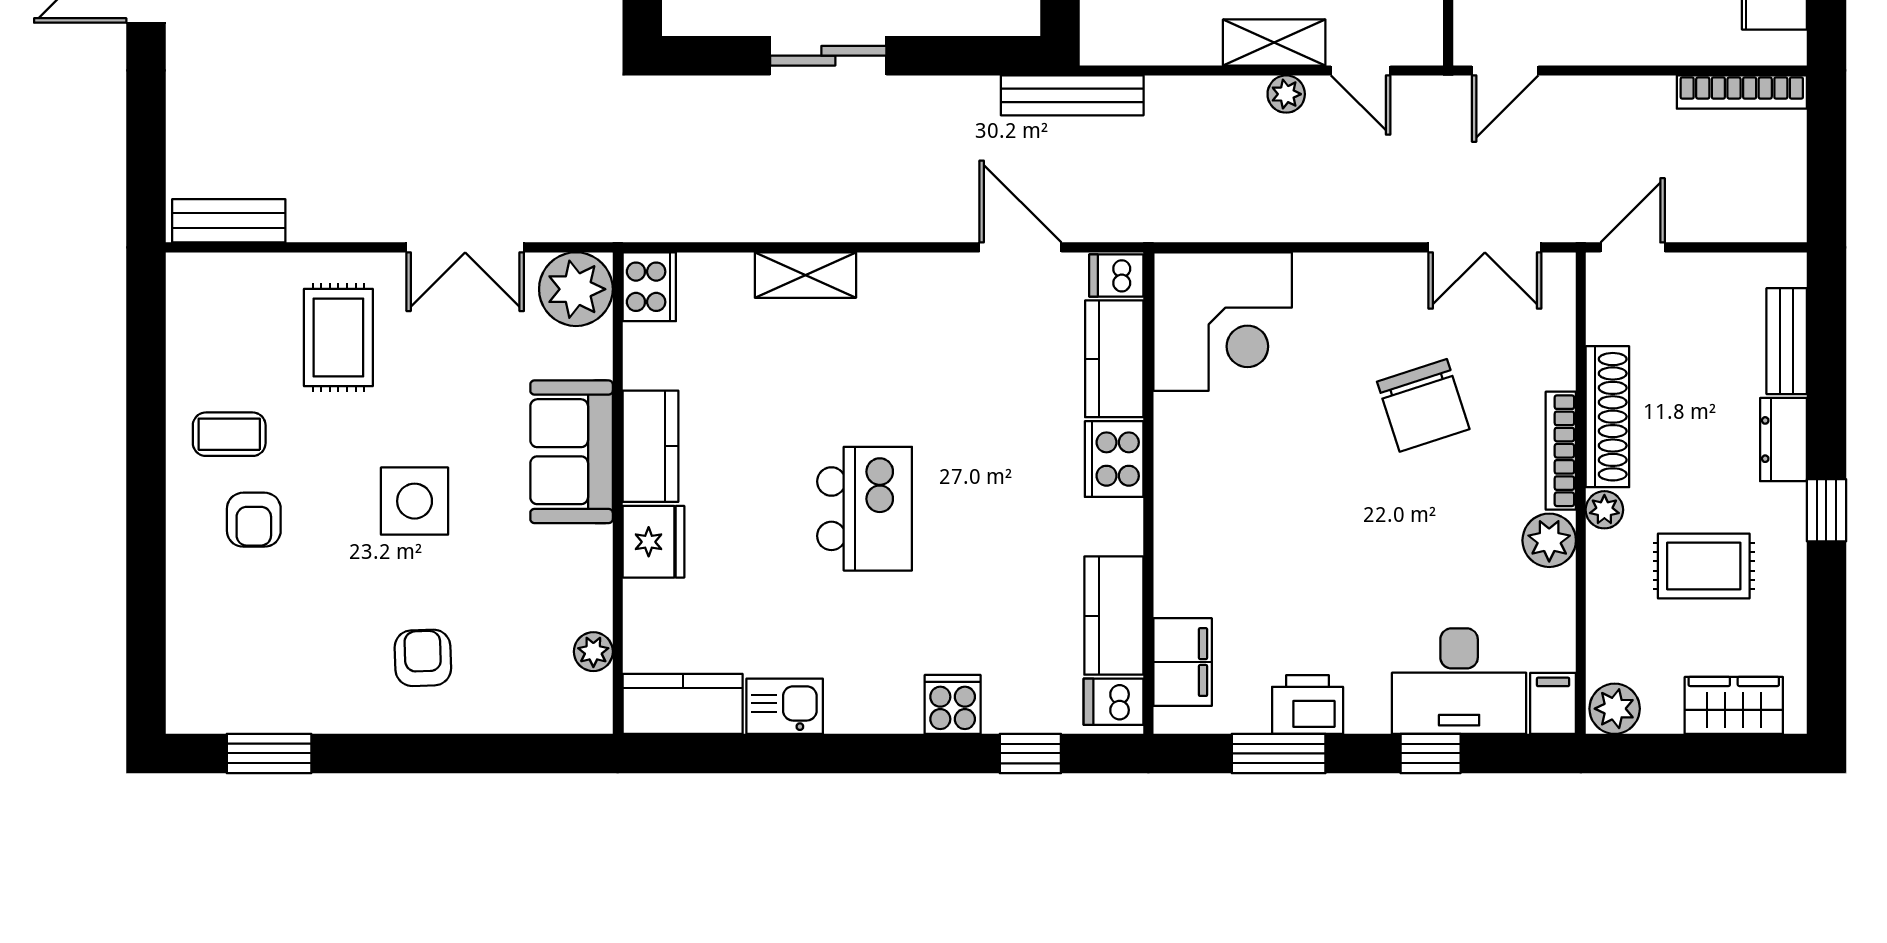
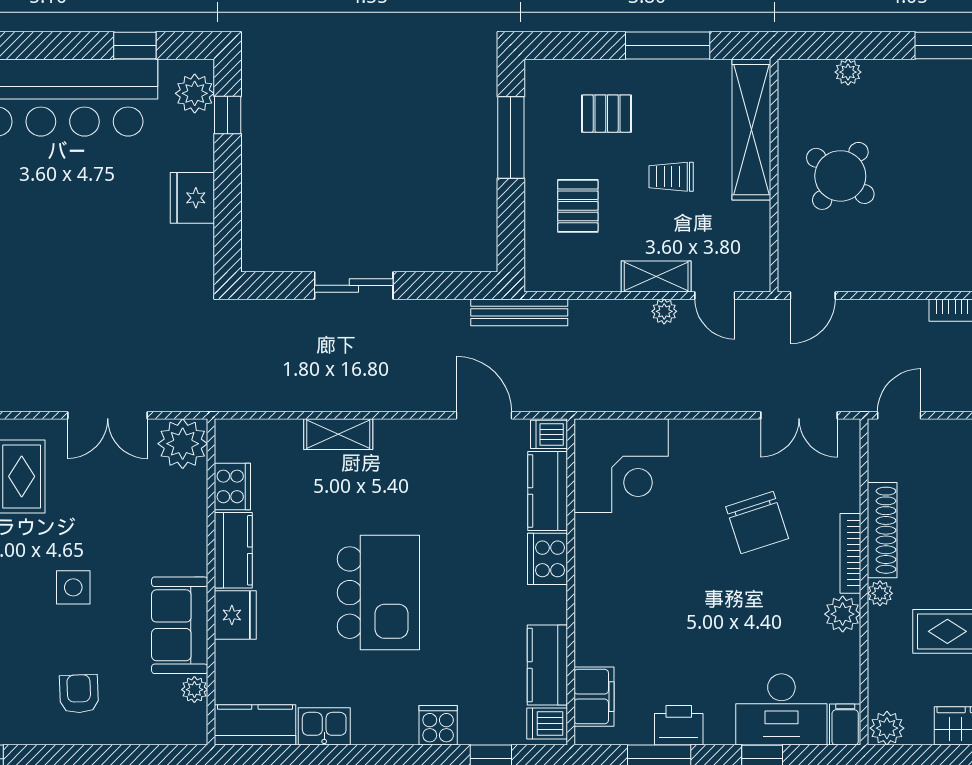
cooker: (649, 287) -> (232, 486), moved
sofa: (572, 452) -> (180, 625), moved
side table: (415, 501) -> (73, 587), width x0.73, depth x0.73
kitchen island: (865, 509) -> (378, 593), width x1.37, depth x1.28

